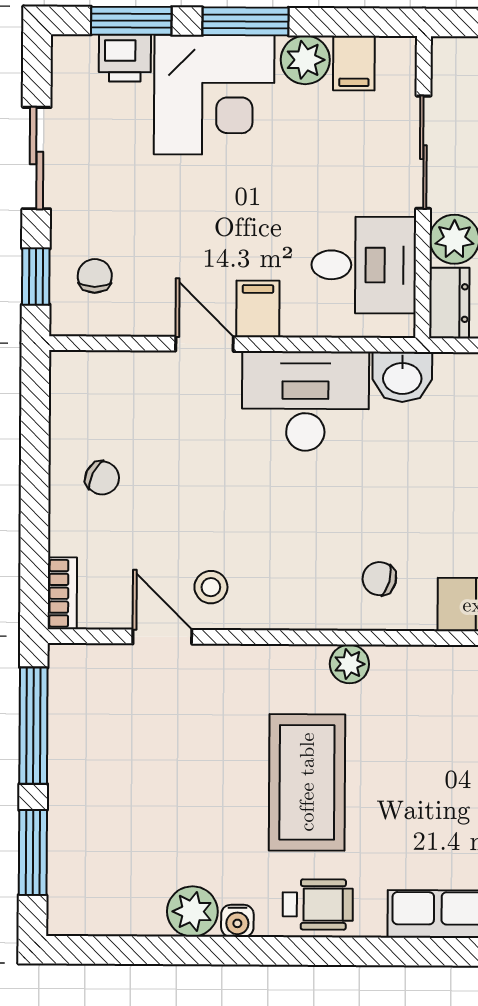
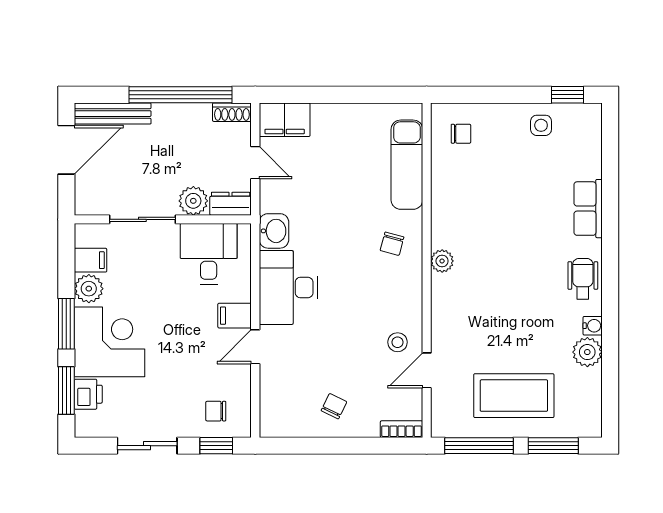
coffee table: (307, 782) -> (514, 396), moved

